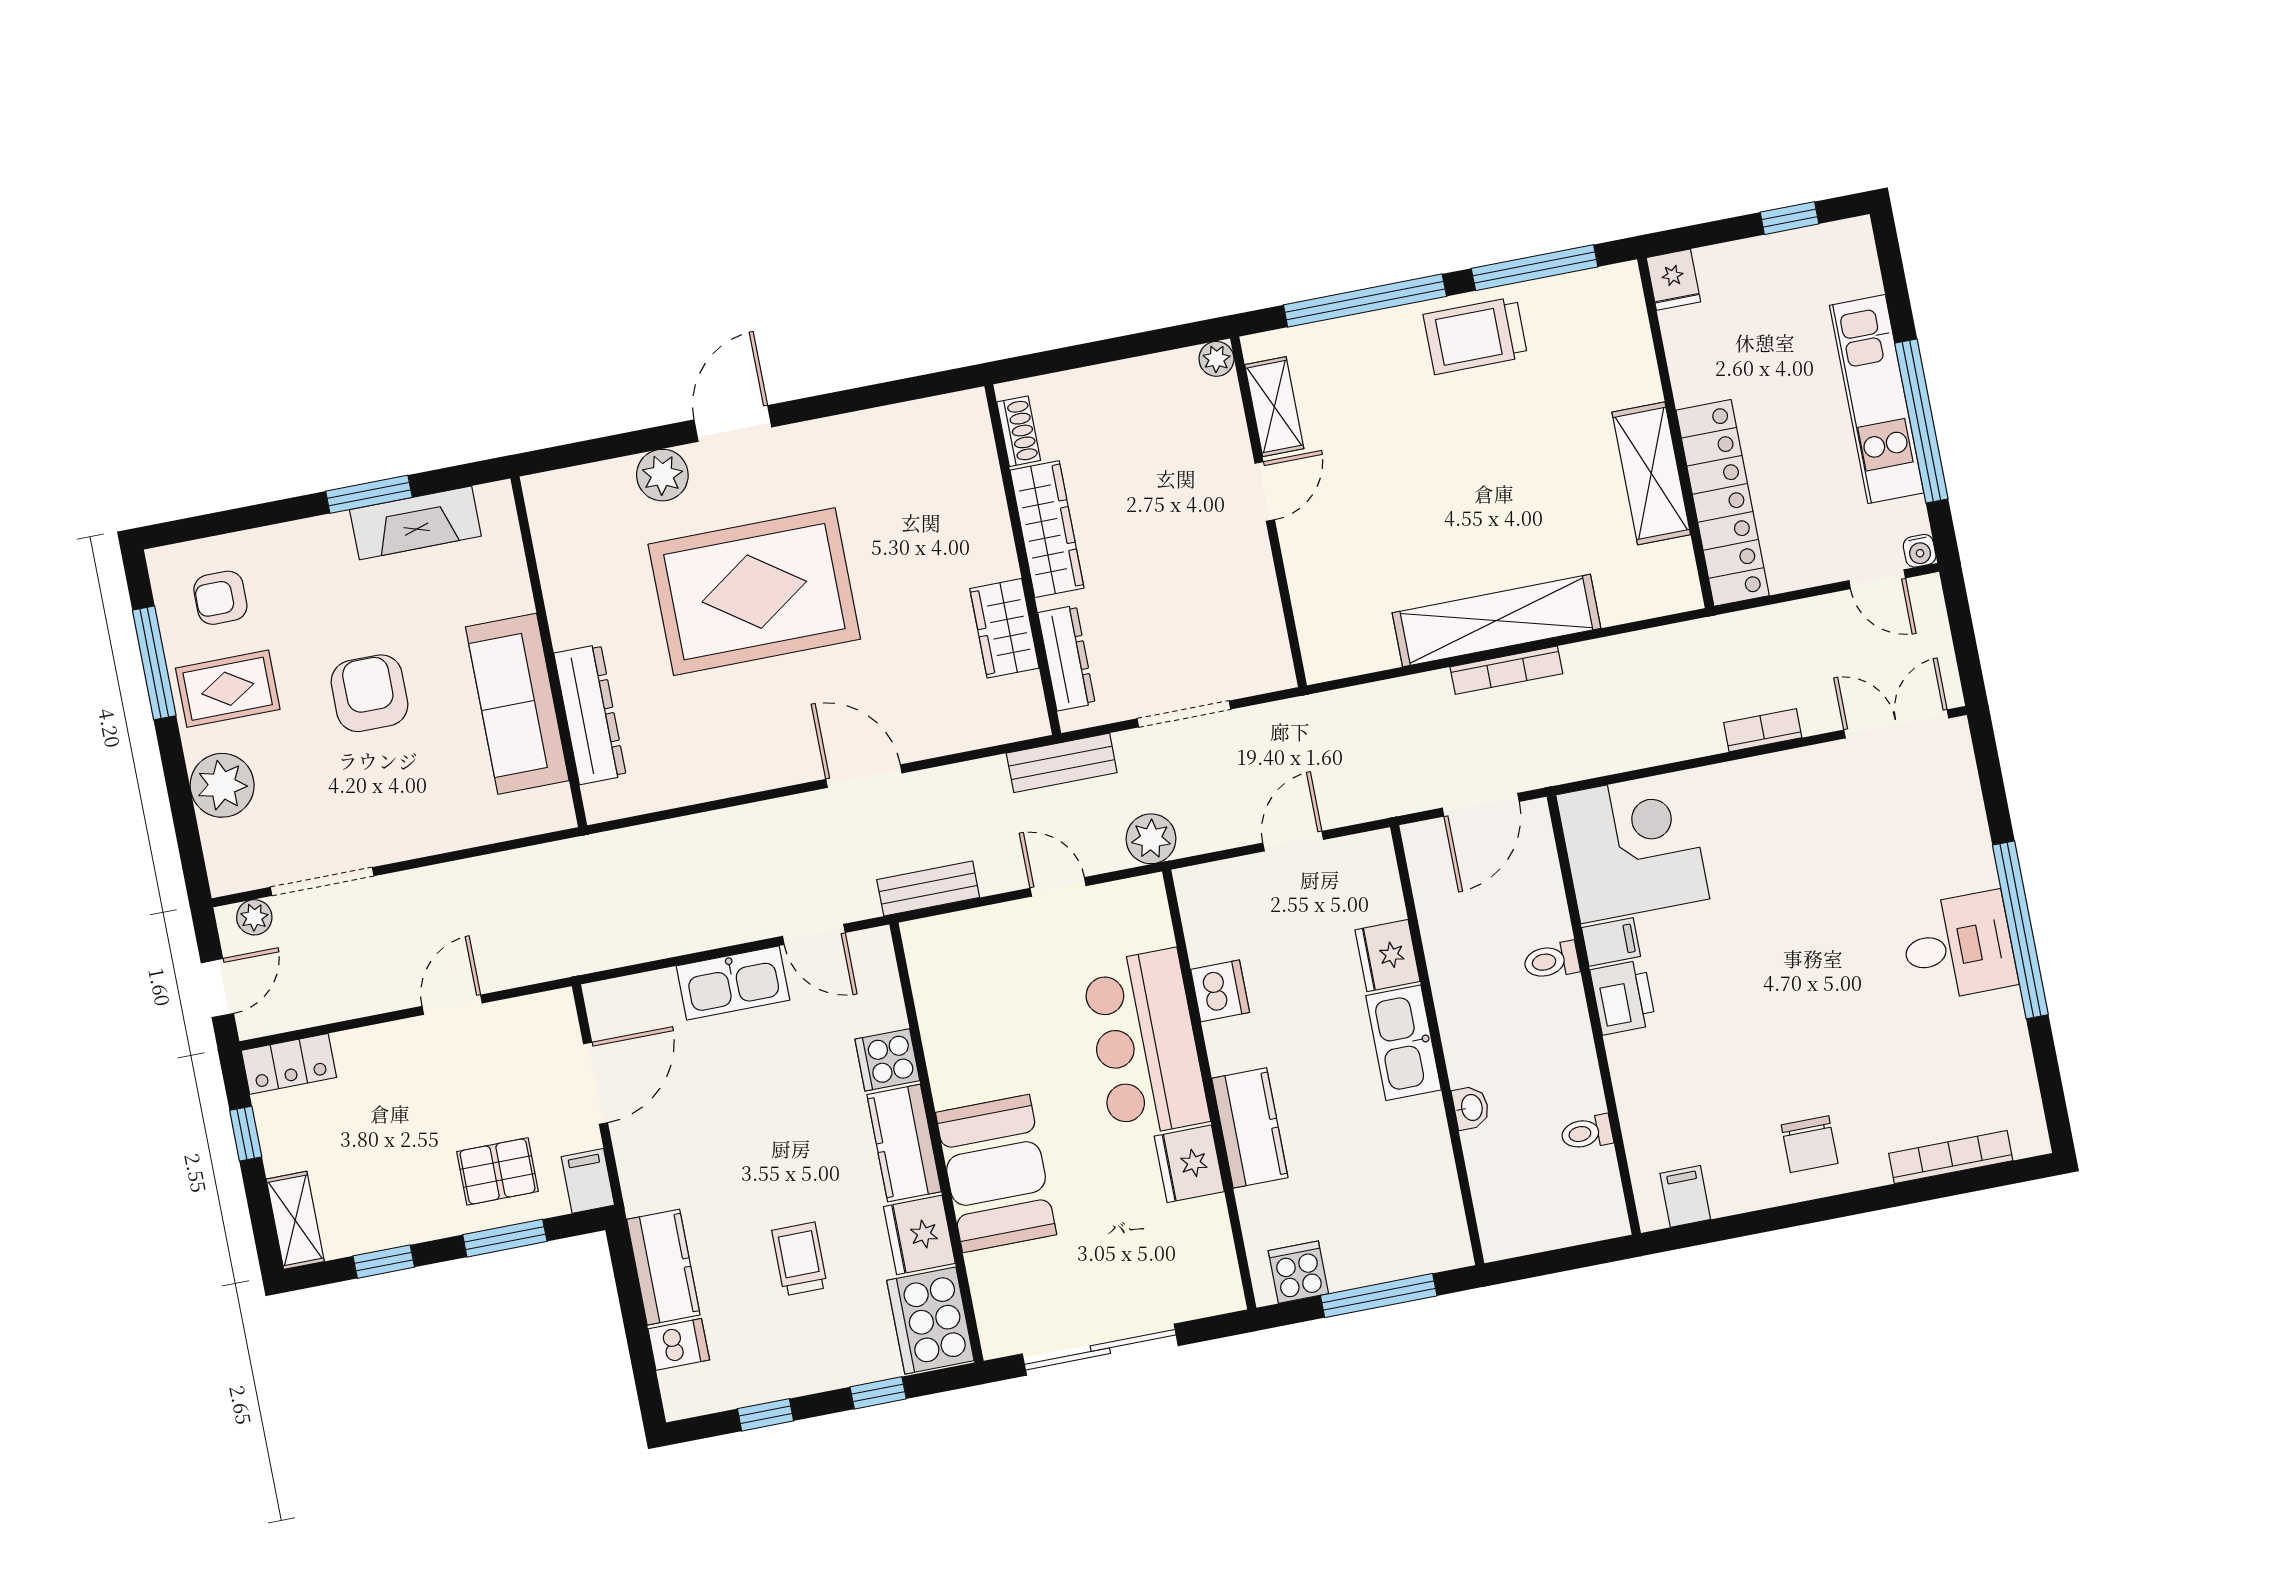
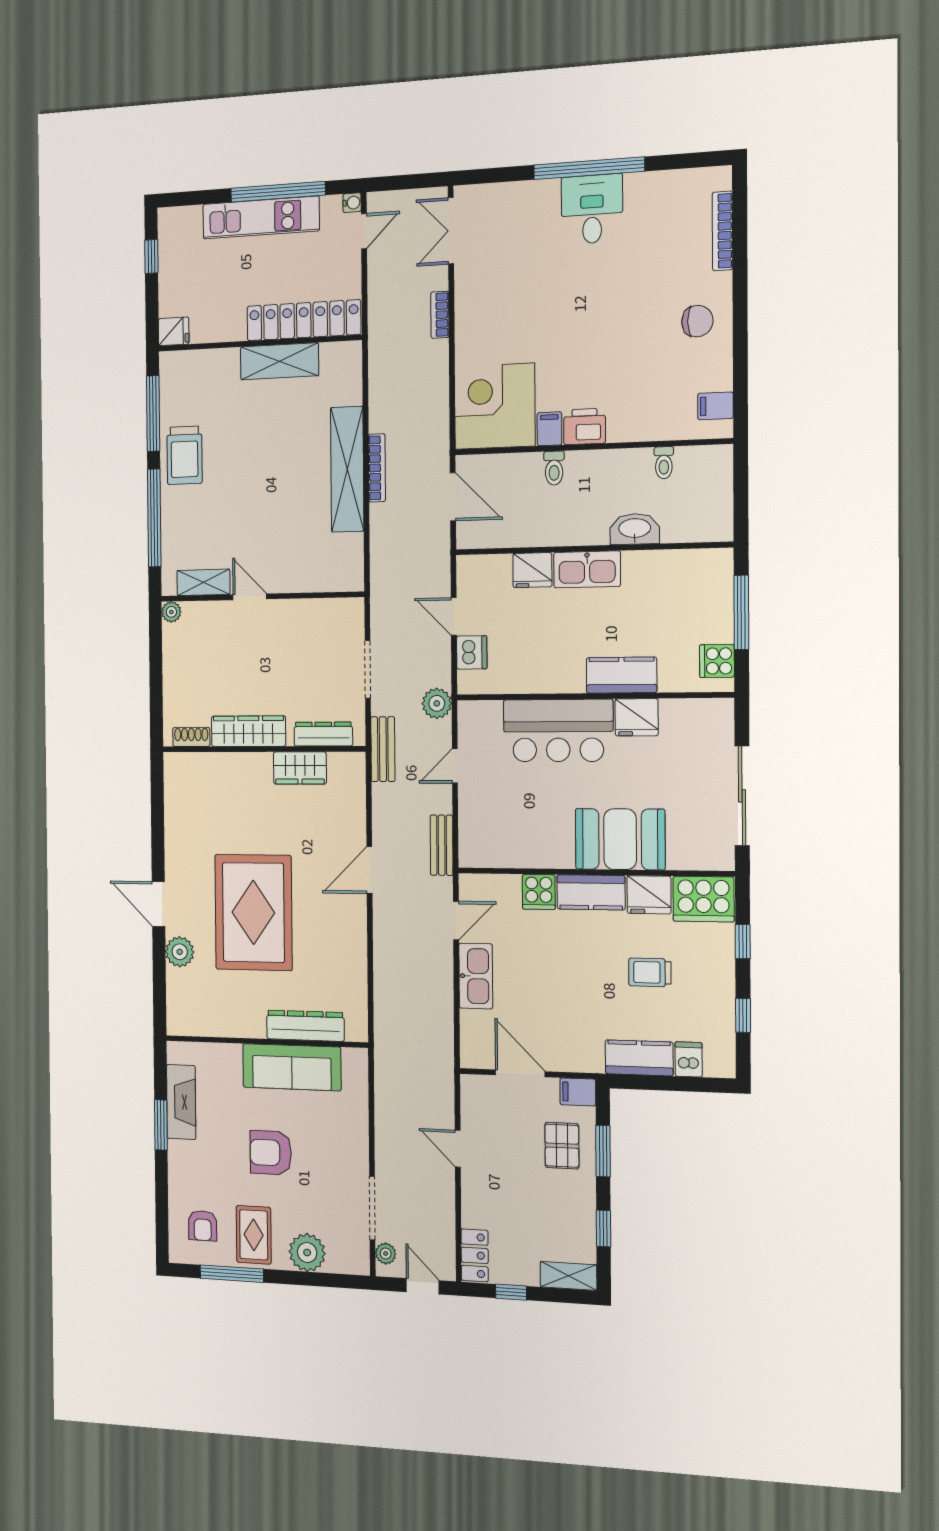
dishwasher: (1220, 991) -> (472, 652), moved, turned 90
washbasin: (1471, 1108) -> (635, 529), width x1.91, depth x1.45

